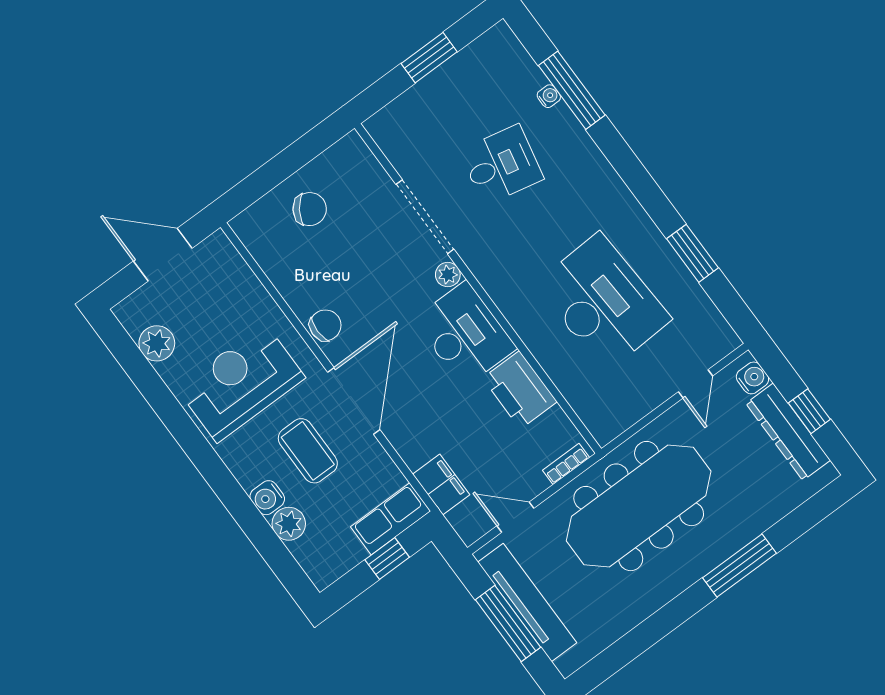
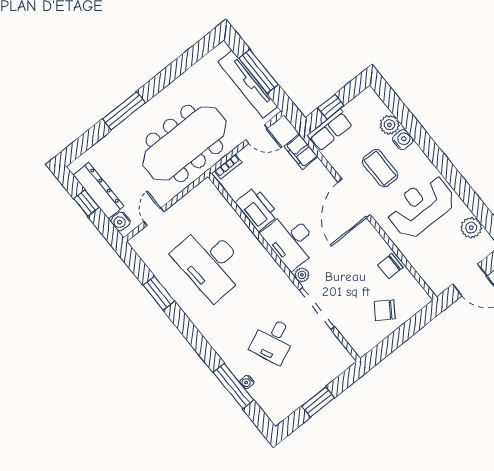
desk: (501, 165) -> (273, 341), turned -36
chair: (325, 325) -> (390, 266), moved
reception desk: (241, 383) -> (421, 206), turned 180

